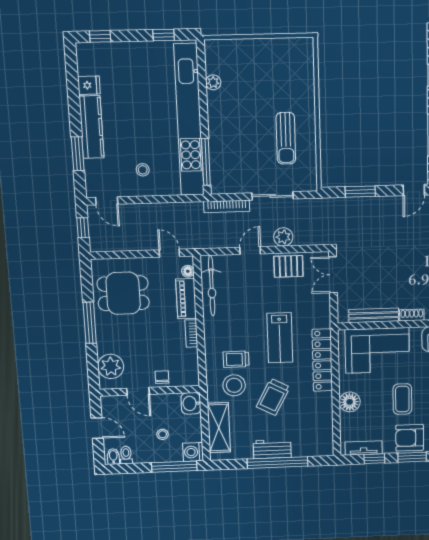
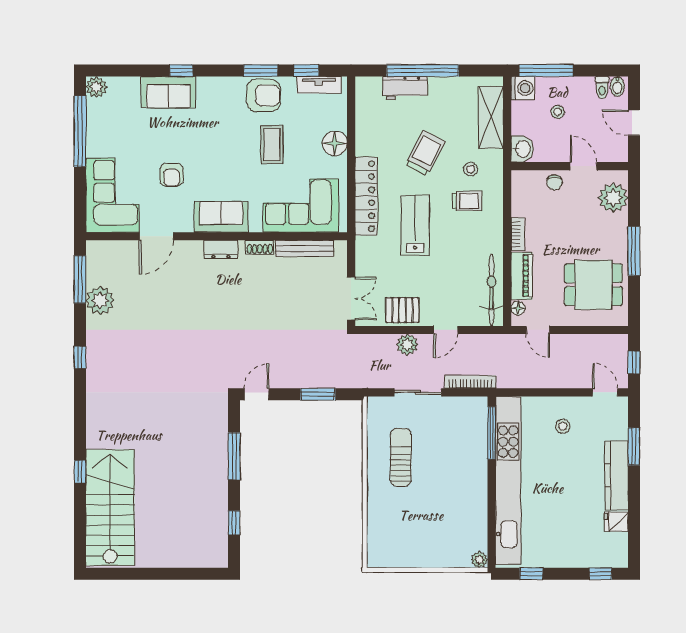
plant: (213, 82) -> (479, 560), moved
stool: (234, 385) -> (471, 169), width x0.53, depth x0.53
workbench: (272, 449) -> (405, 88), moved

